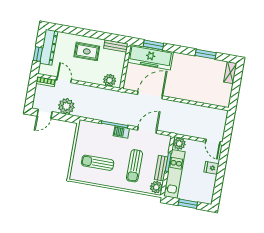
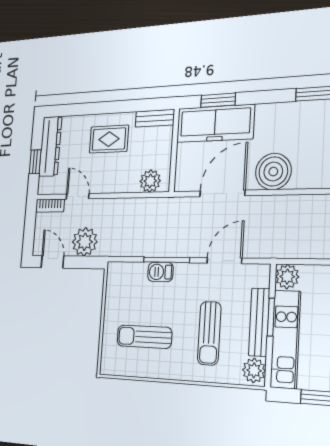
boiler: (179, 89) -> (273, 171), added
door: (45, 114) -> (52, 262), swing flipped
barbecue: (121, 132) -> (160, 272), moved
bench: (161, 168) -> (259, 322), width x1.36

